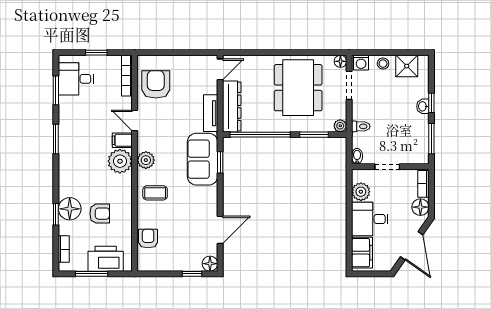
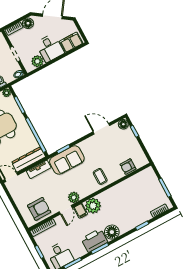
armchair: (156, 84) -> (39, 209), turned 180
plant: (146, 160) -> (74, 197), moved
floor lamp: (70, 209) -> (112, 232), moved
armchair: (100, 214) -> (129, 201), removed
printer: (106, 259) -> (94, 240), moved, turned 90

